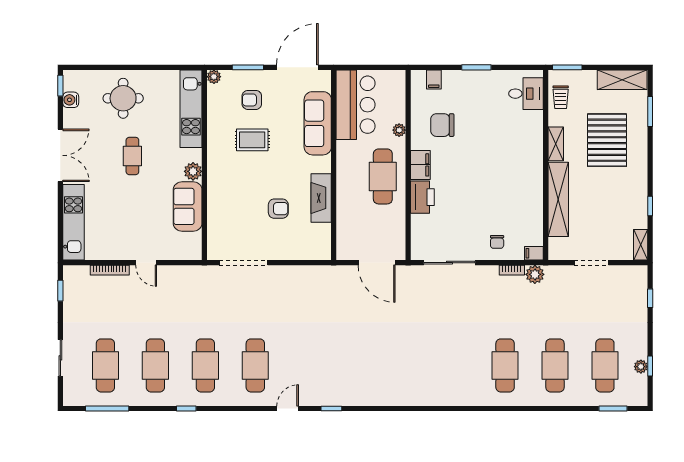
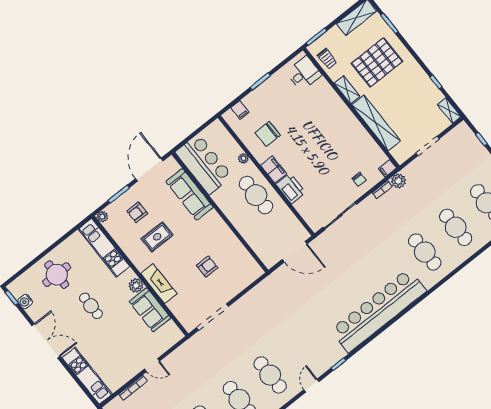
pallet: (607, 140) -> (377, 62), turned 90
fireplace: (321, 198) -> (159, 284), moved, turned 180
bar counter: (413, 387) -> (379, 311), added

